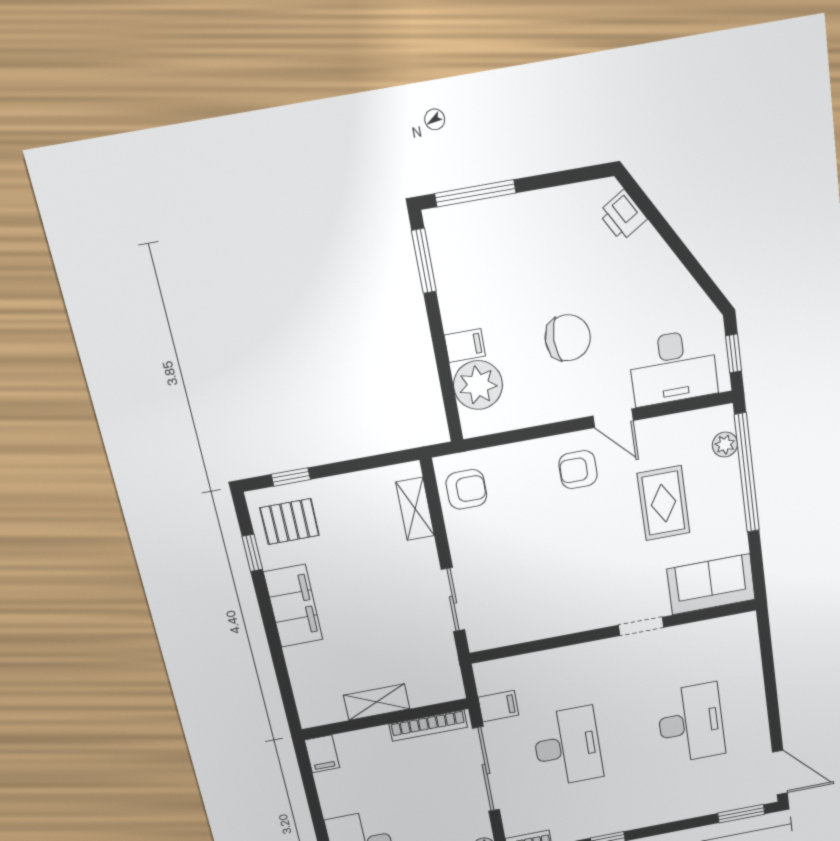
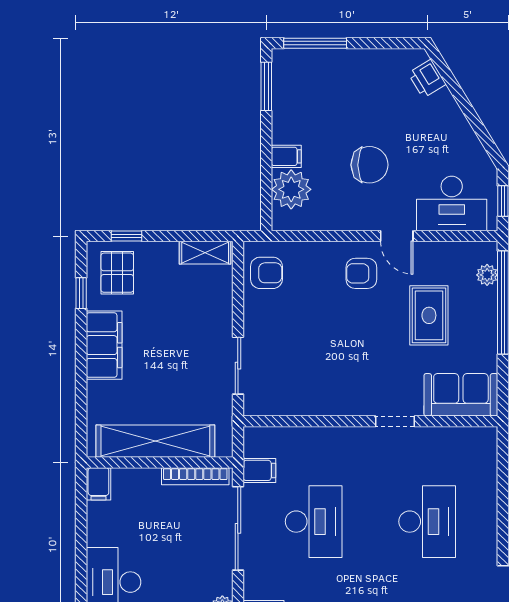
shelving: (415, 509) -> (205, 253), moved, turned 90
pallet: (290, 522) -> (117, 273), turned 90
shelving: (377, 702) -> (155, 441), width x2.20, depth x1.33

